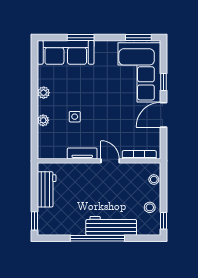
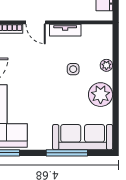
window: (81, 38) -> (67, 153), width x1.44
plant: (44, 93) -> (101, 95), width x1.87, depth x1.87

